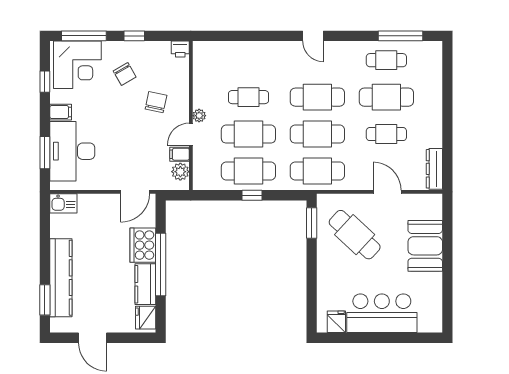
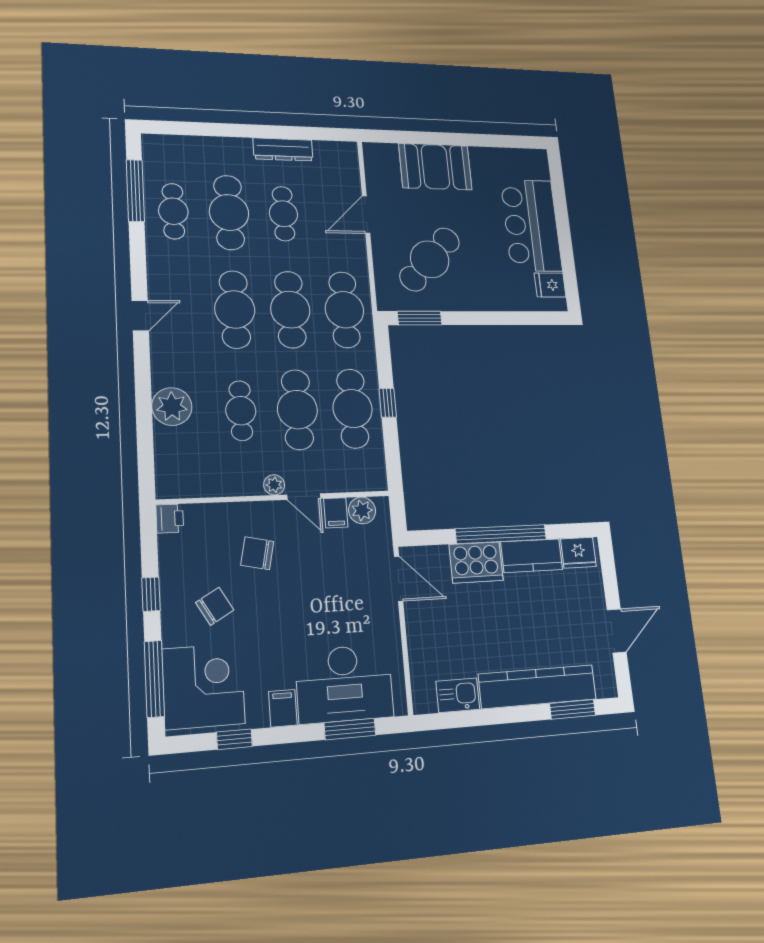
plant: (252, 53) -> (172, 407), added
dresser: (434, 169) -> (283, 149), moved
kitchen sink: (63, 203) -> (458, 695), moved, turned -90

